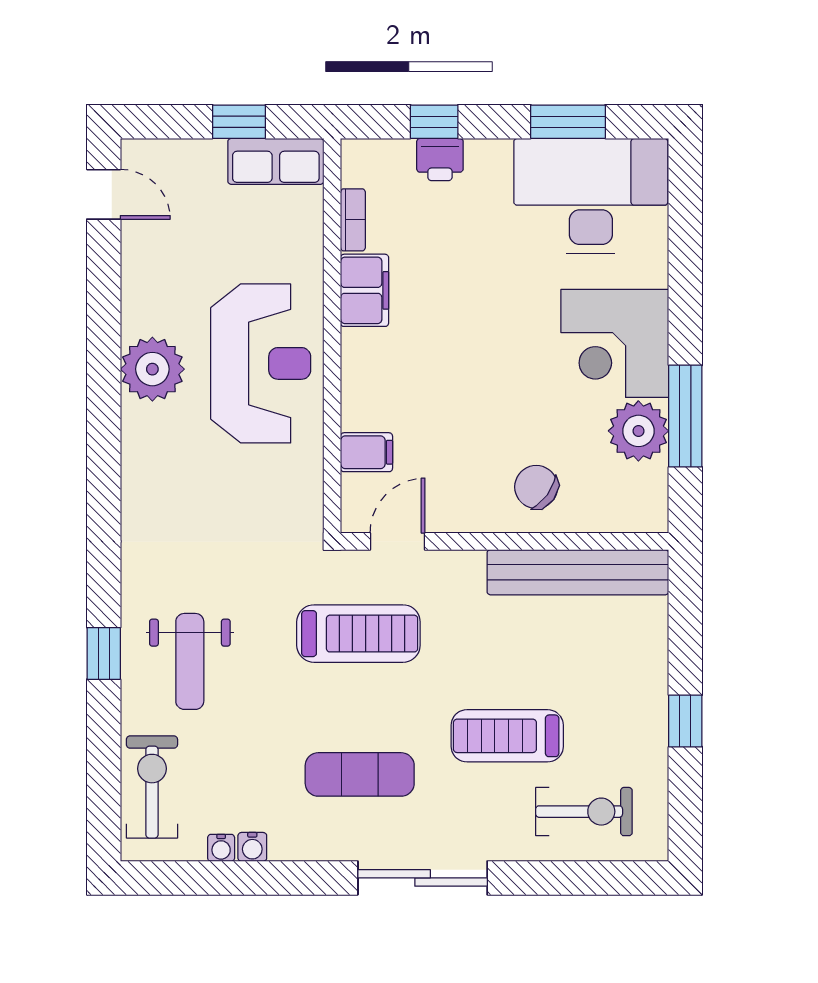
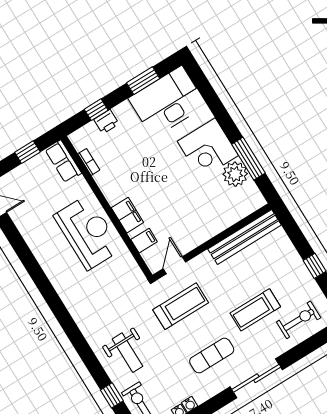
row of seats: (276, 161) -> (63, 161), moved, turned 90
filing cabinet: (365, 290) -> (127, 215), moved
plant: (152, 369) -> (51, 258), removed
chair: (536, 487) -> (211, 216), removed
window: (104, 653) -> (112, 395), moved

